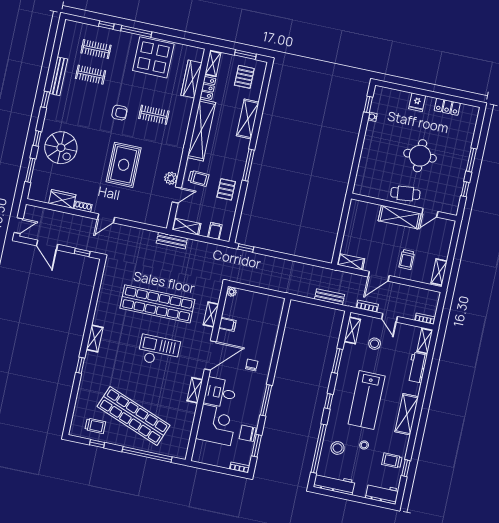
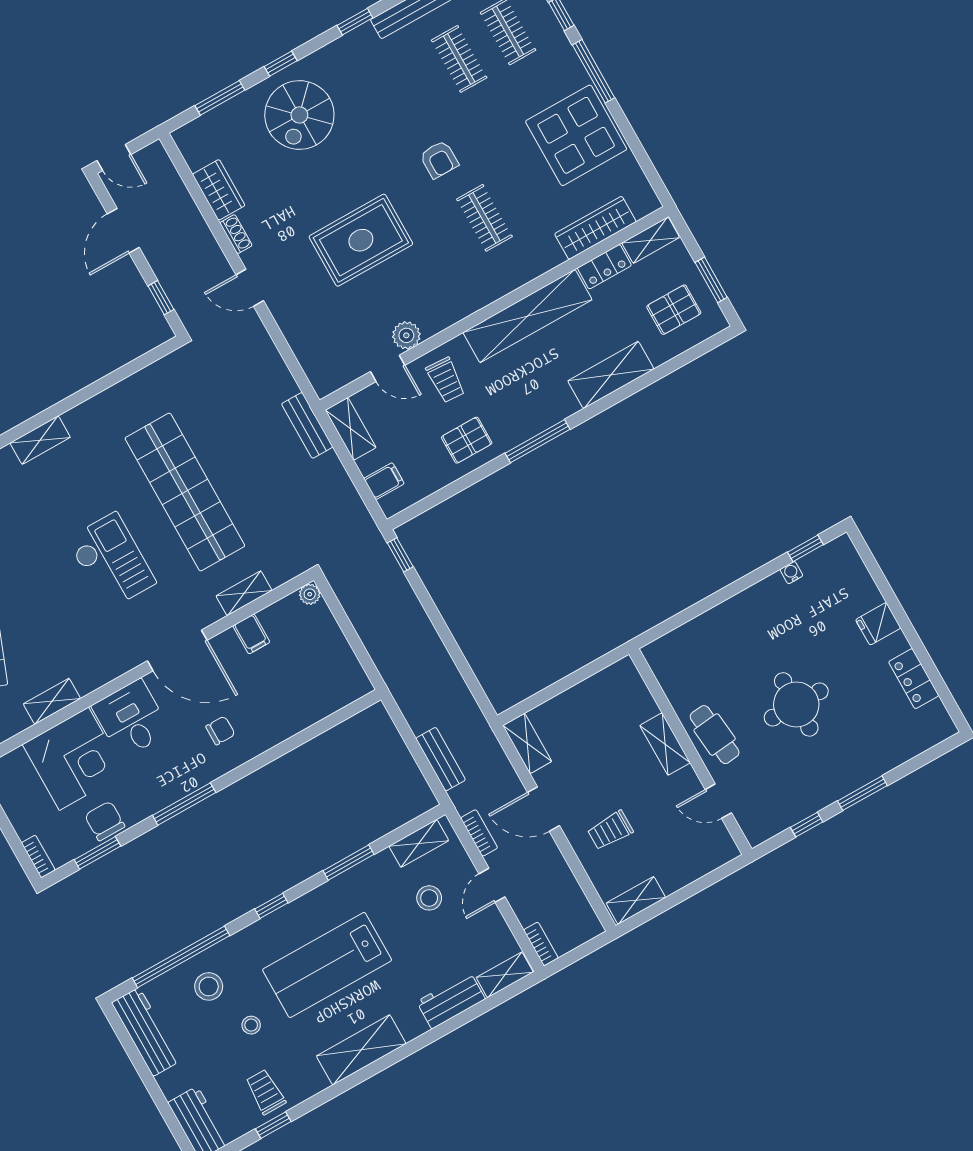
shelving: (400, 217) -> (665, 744), width x0.67, depth x0.75
shelving: (195, 390) -> (52, 701), moved

